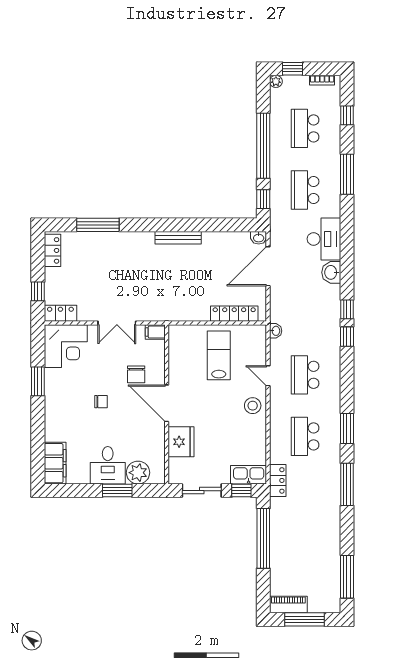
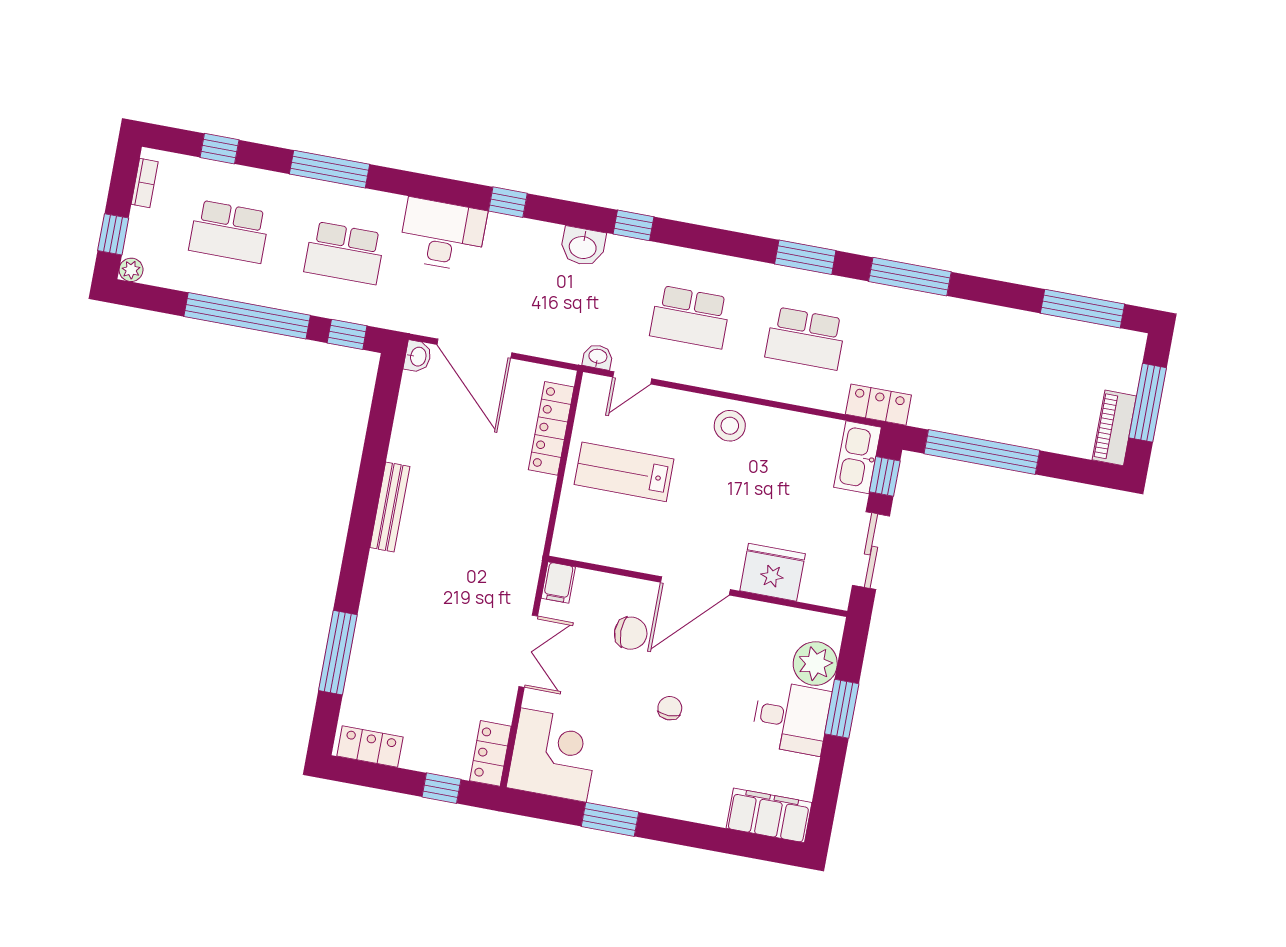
washbasin: (331, 272) -> (583, 246), moved
window: (347, 309) -> (508, 202), moved
door: (268, 376) -> (632, 378), moved

